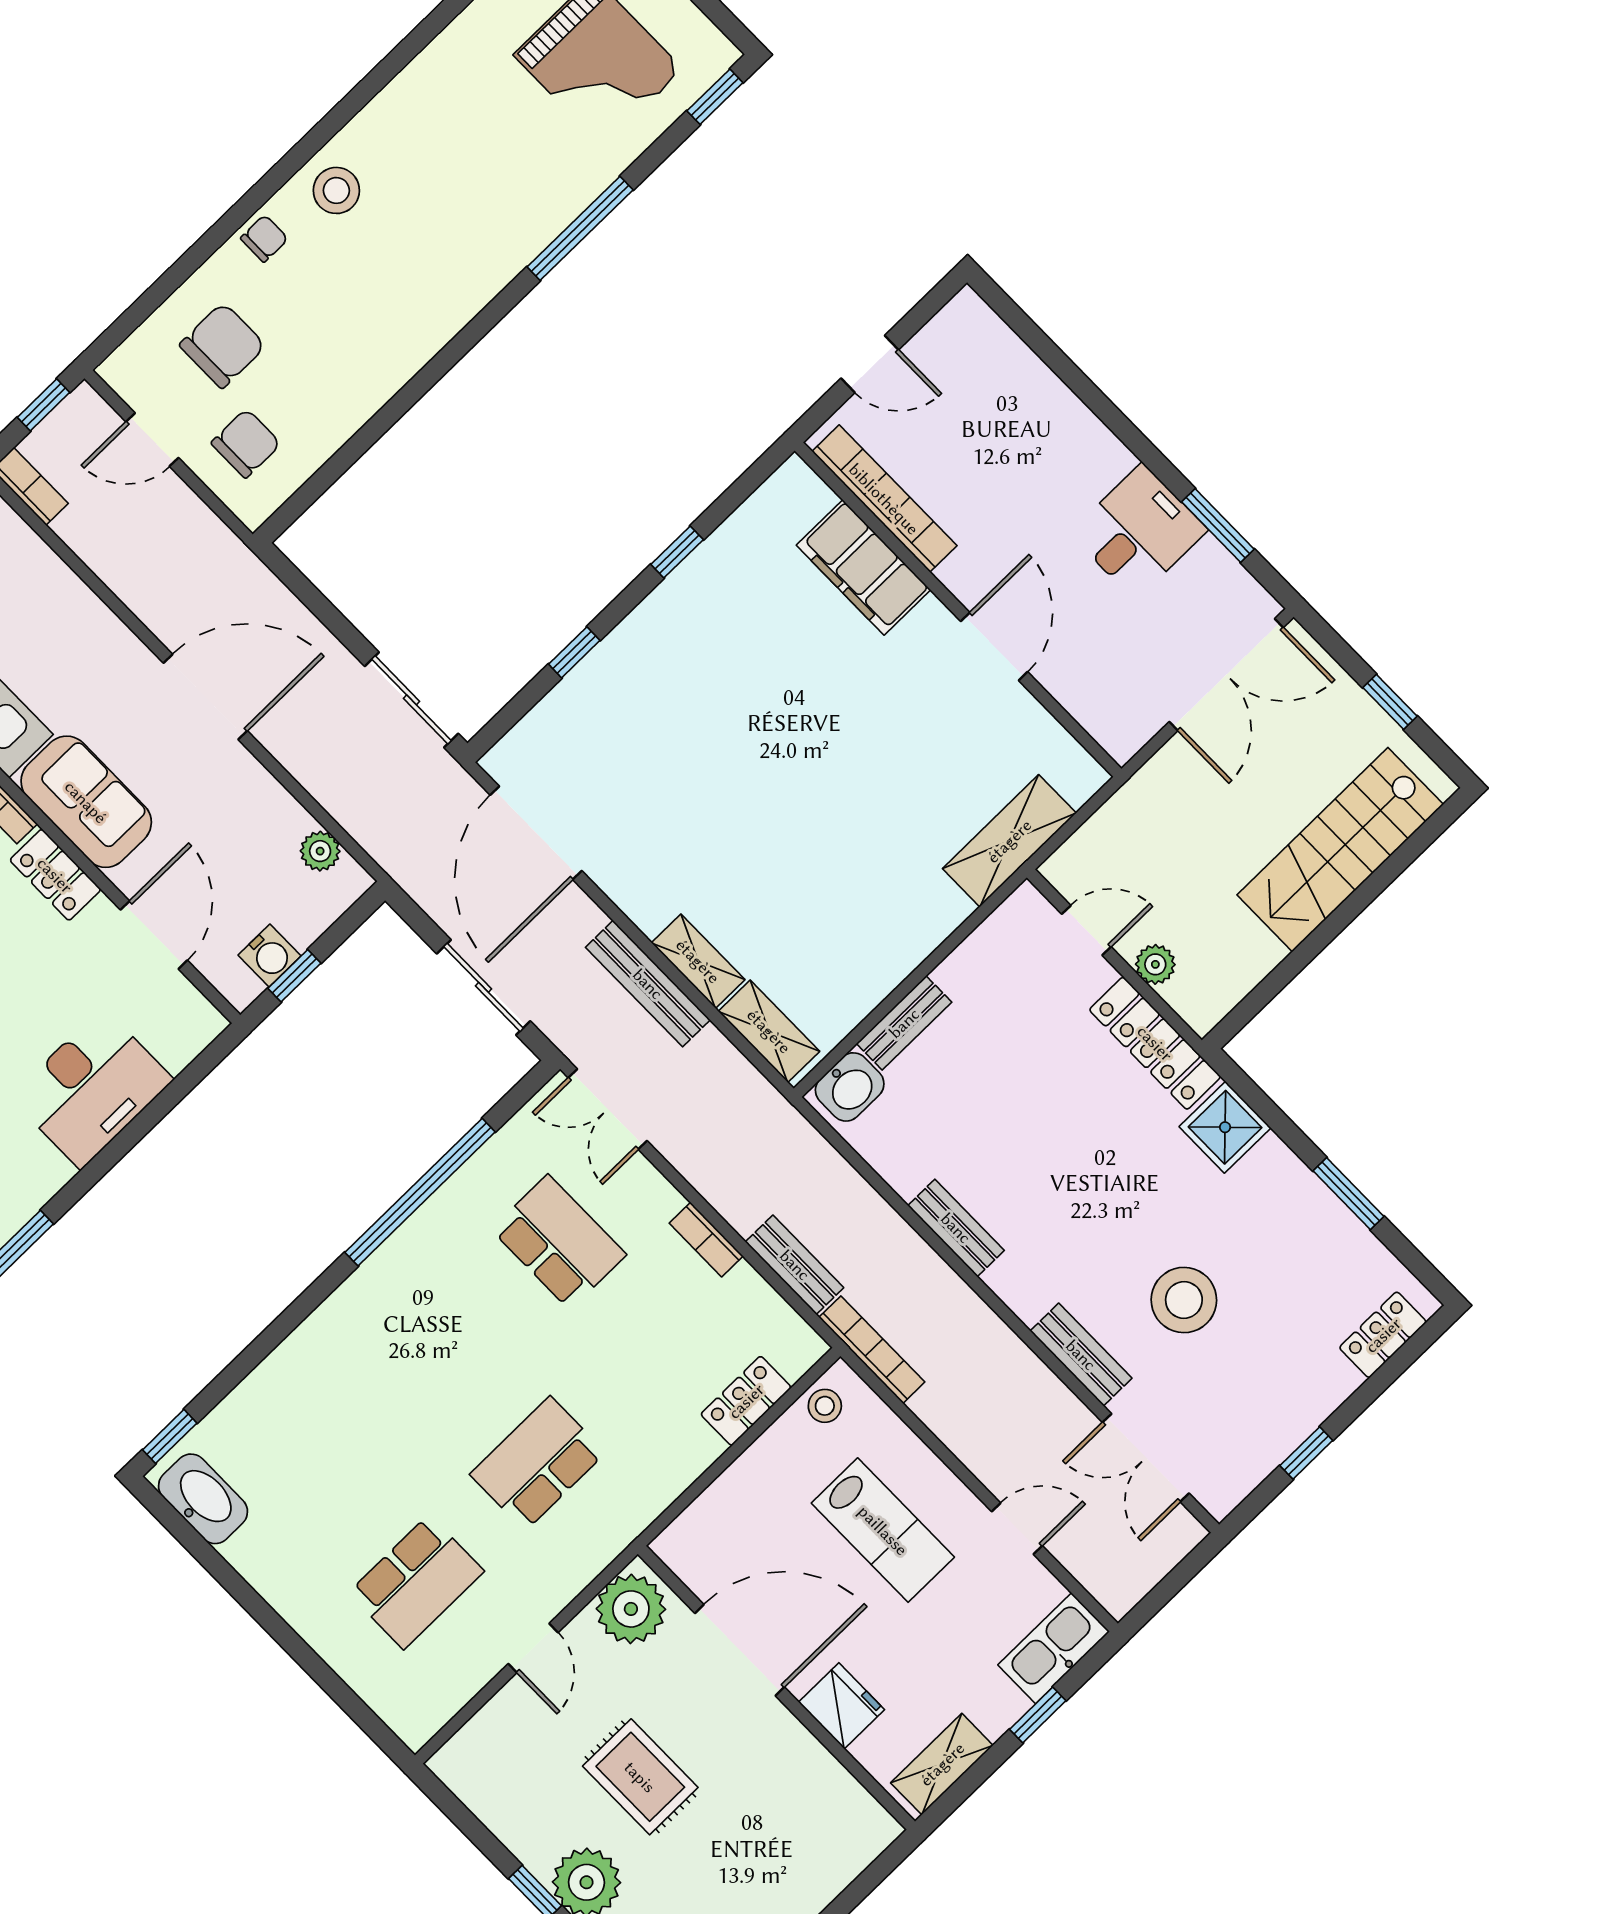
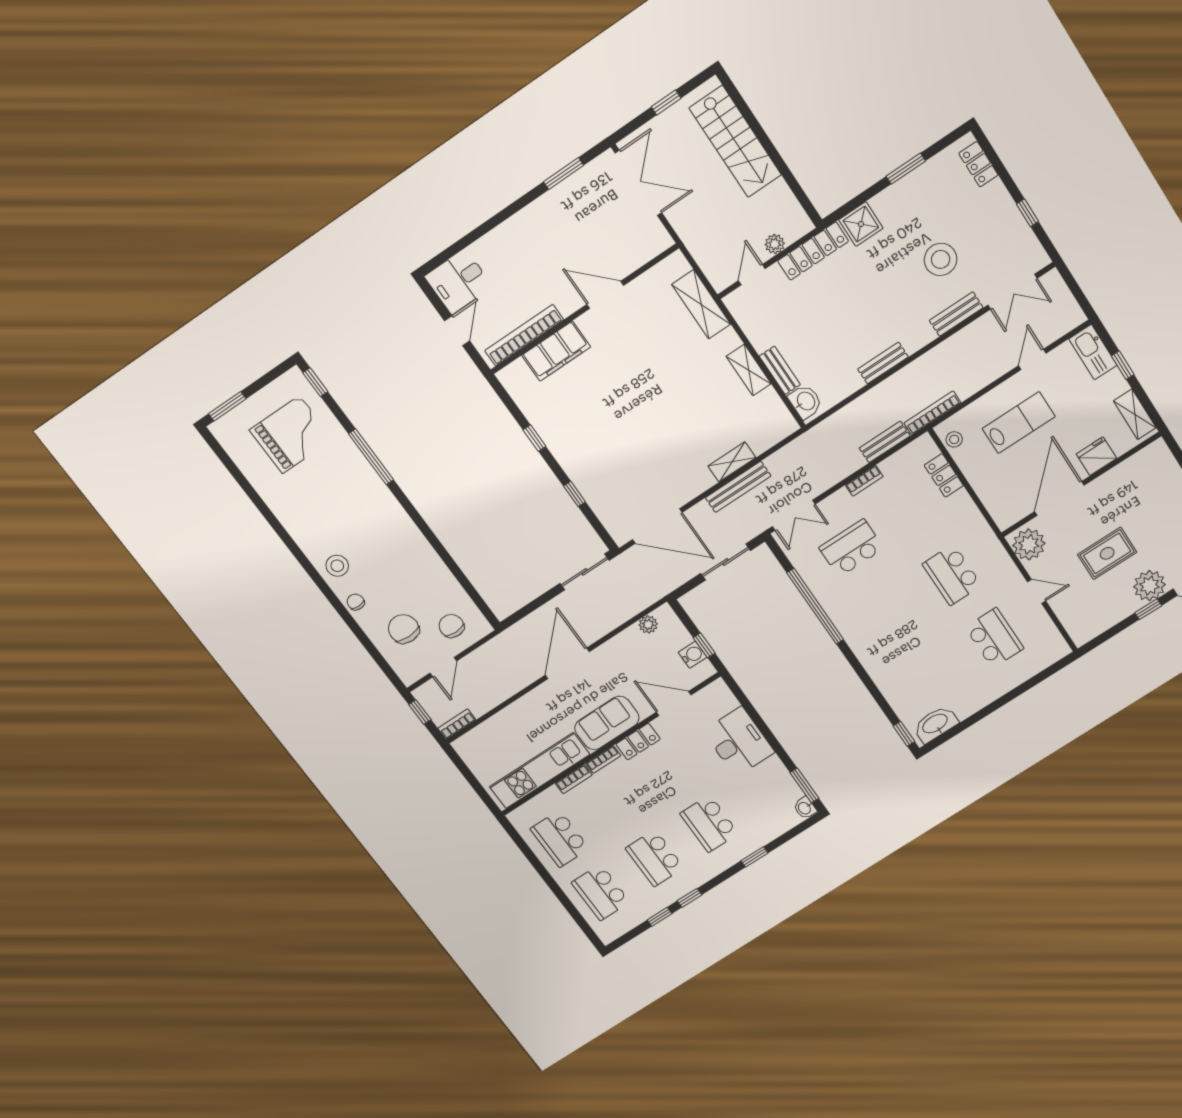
desk: (1139, 532) -> (458, 282), moved, turned -90
shelving: (769, 1031) -> (749, 370), moved, turned 90

